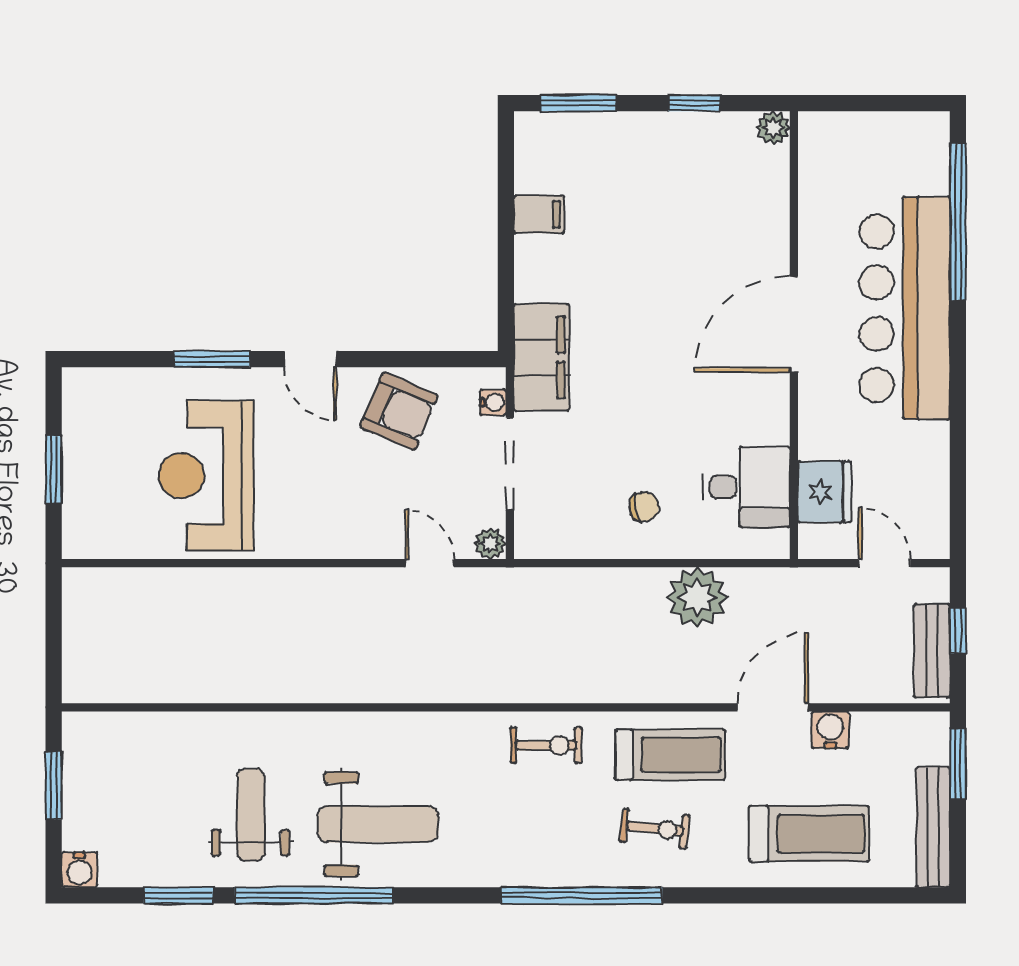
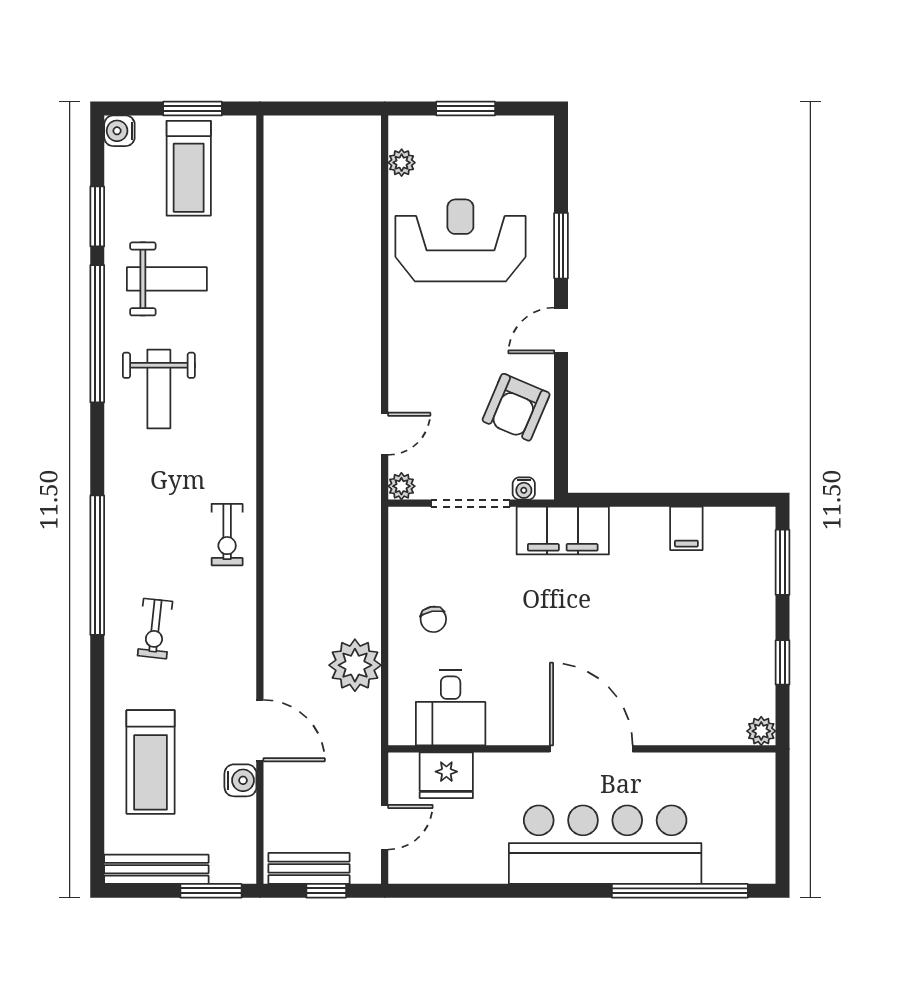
plant: (116, 544) -> (402, 163), added
treadmill: (670, 755) -> (189, 168), moved
weight bench: (378, 824) -> (159, 389), width x0.73, depth x0.75

